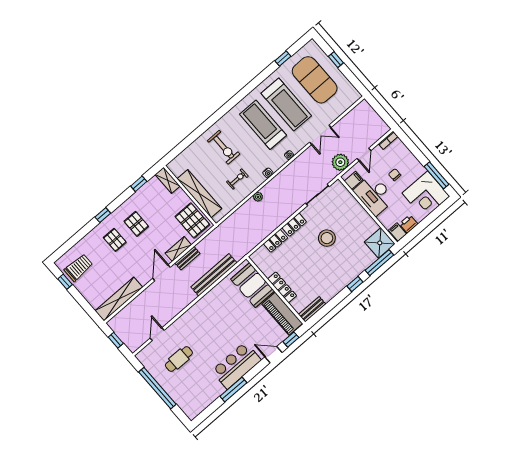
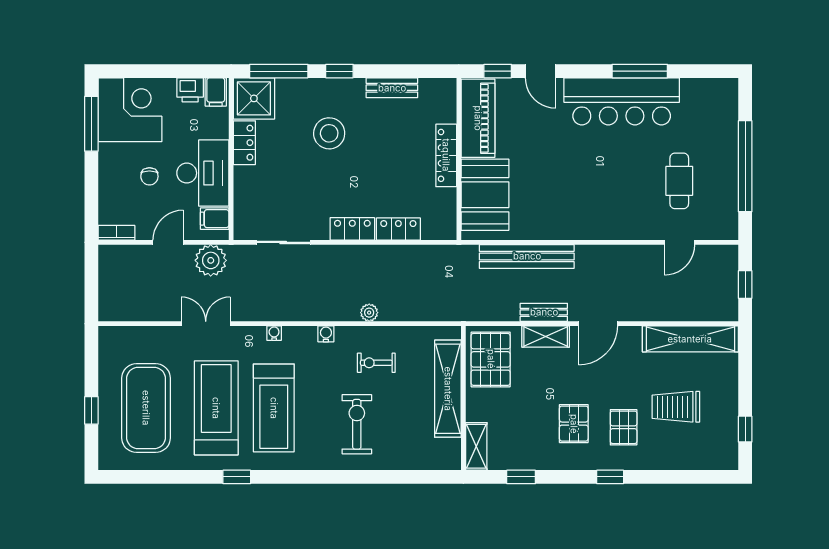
window: (283, 58) -> (237, 477), moved
locker: (368, 222) -> (244, 143), added
stool: (327, 238) -> (329, 133), moved
trolley: (79, 268) -> (676, 407), moved
bench: (312, 309) -> (392, 88), moved
cafe table: (179, 359) -> (679, 181), turned 90
bar counter: (236, 365) -> (622, 101), width x1.36

